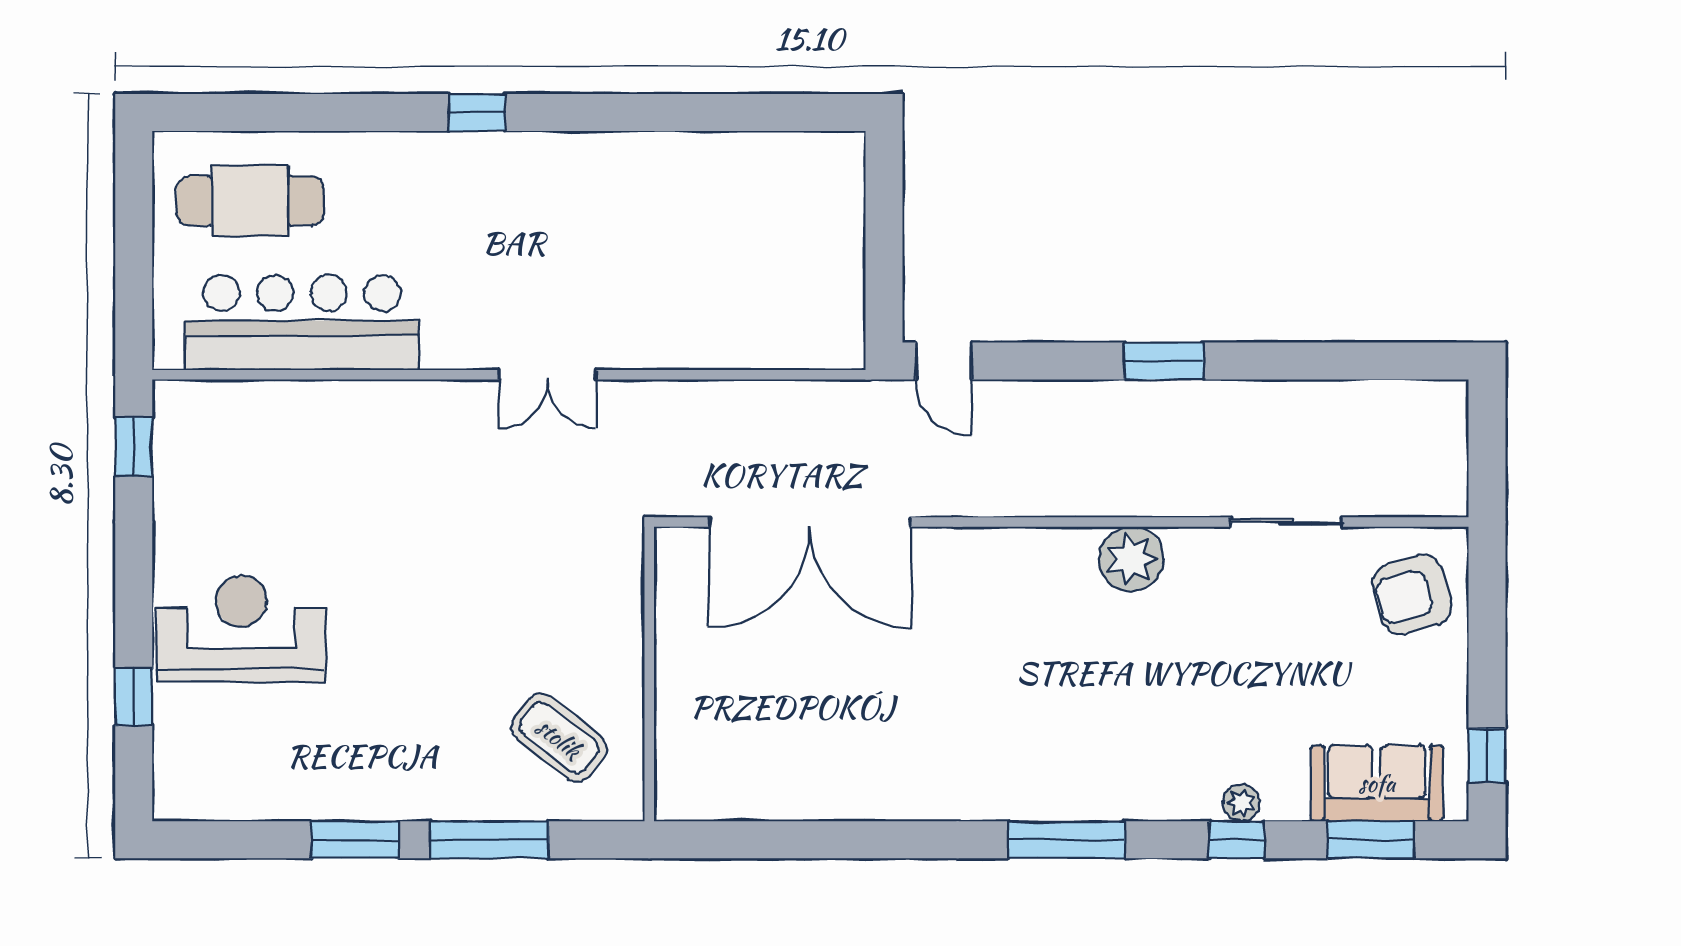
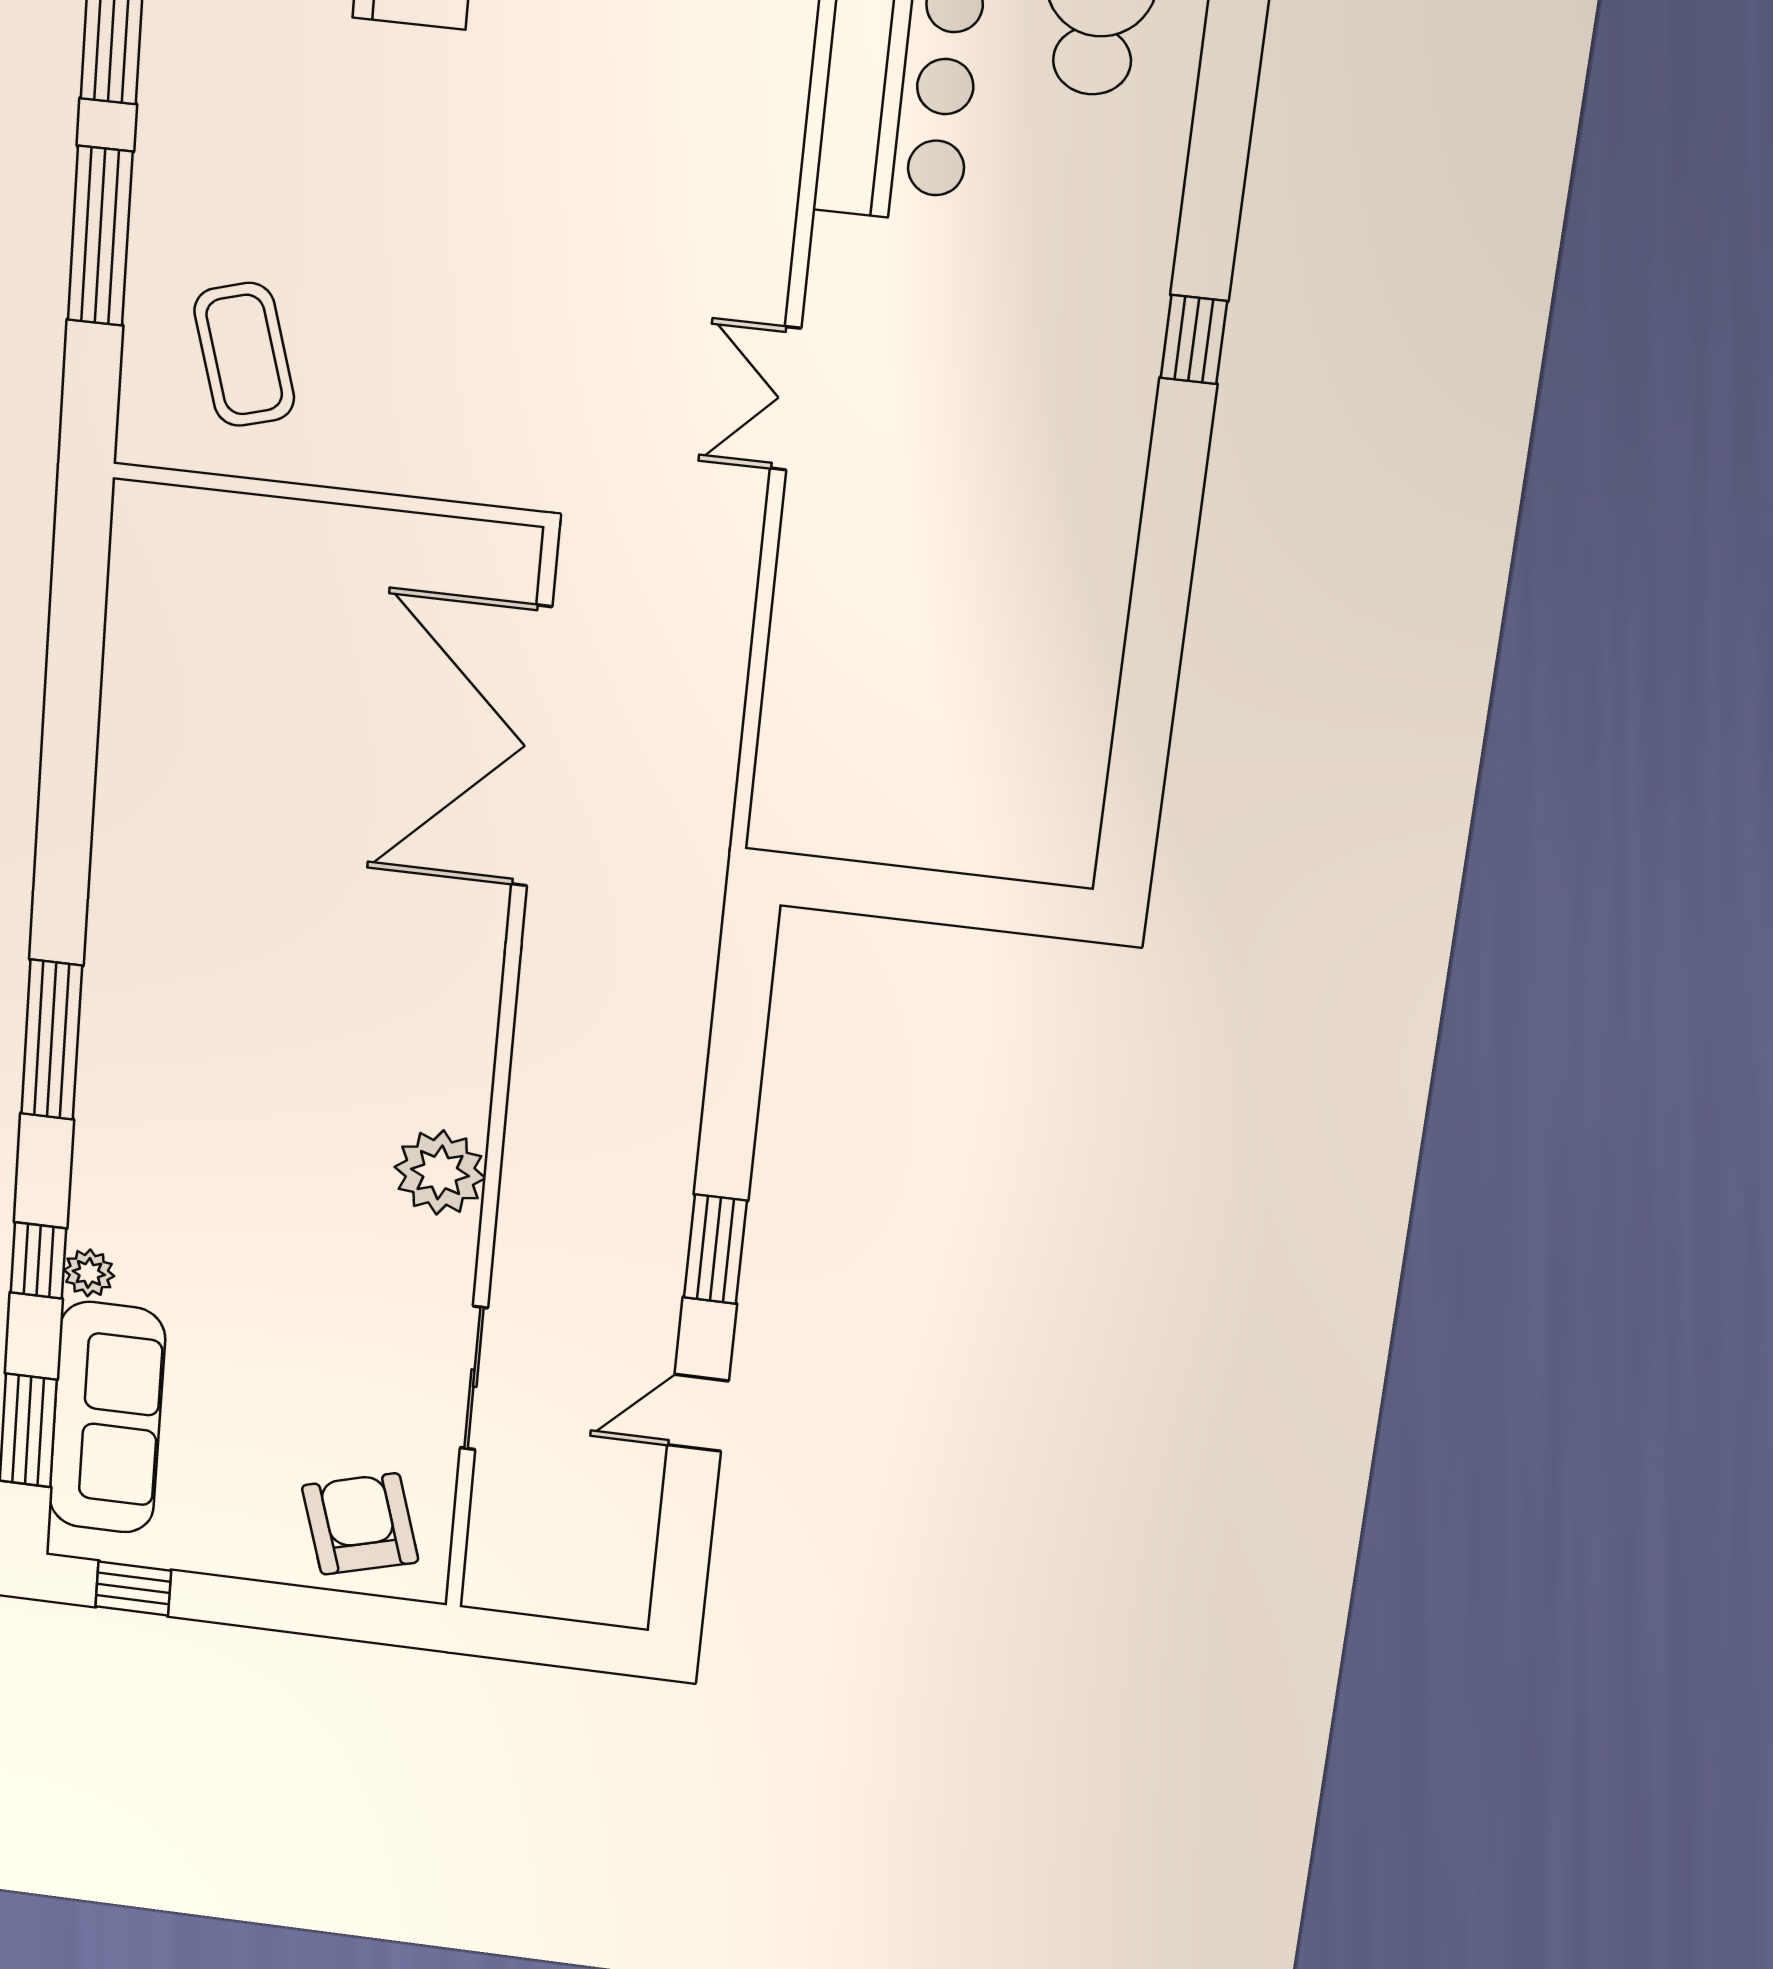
door: (944, 361) -> (698, 1413), moved
coffee table: (559, 738) -> (244, 355), turned -54
sofa: (1377, 783) -> (107, 1418), width x1.36

